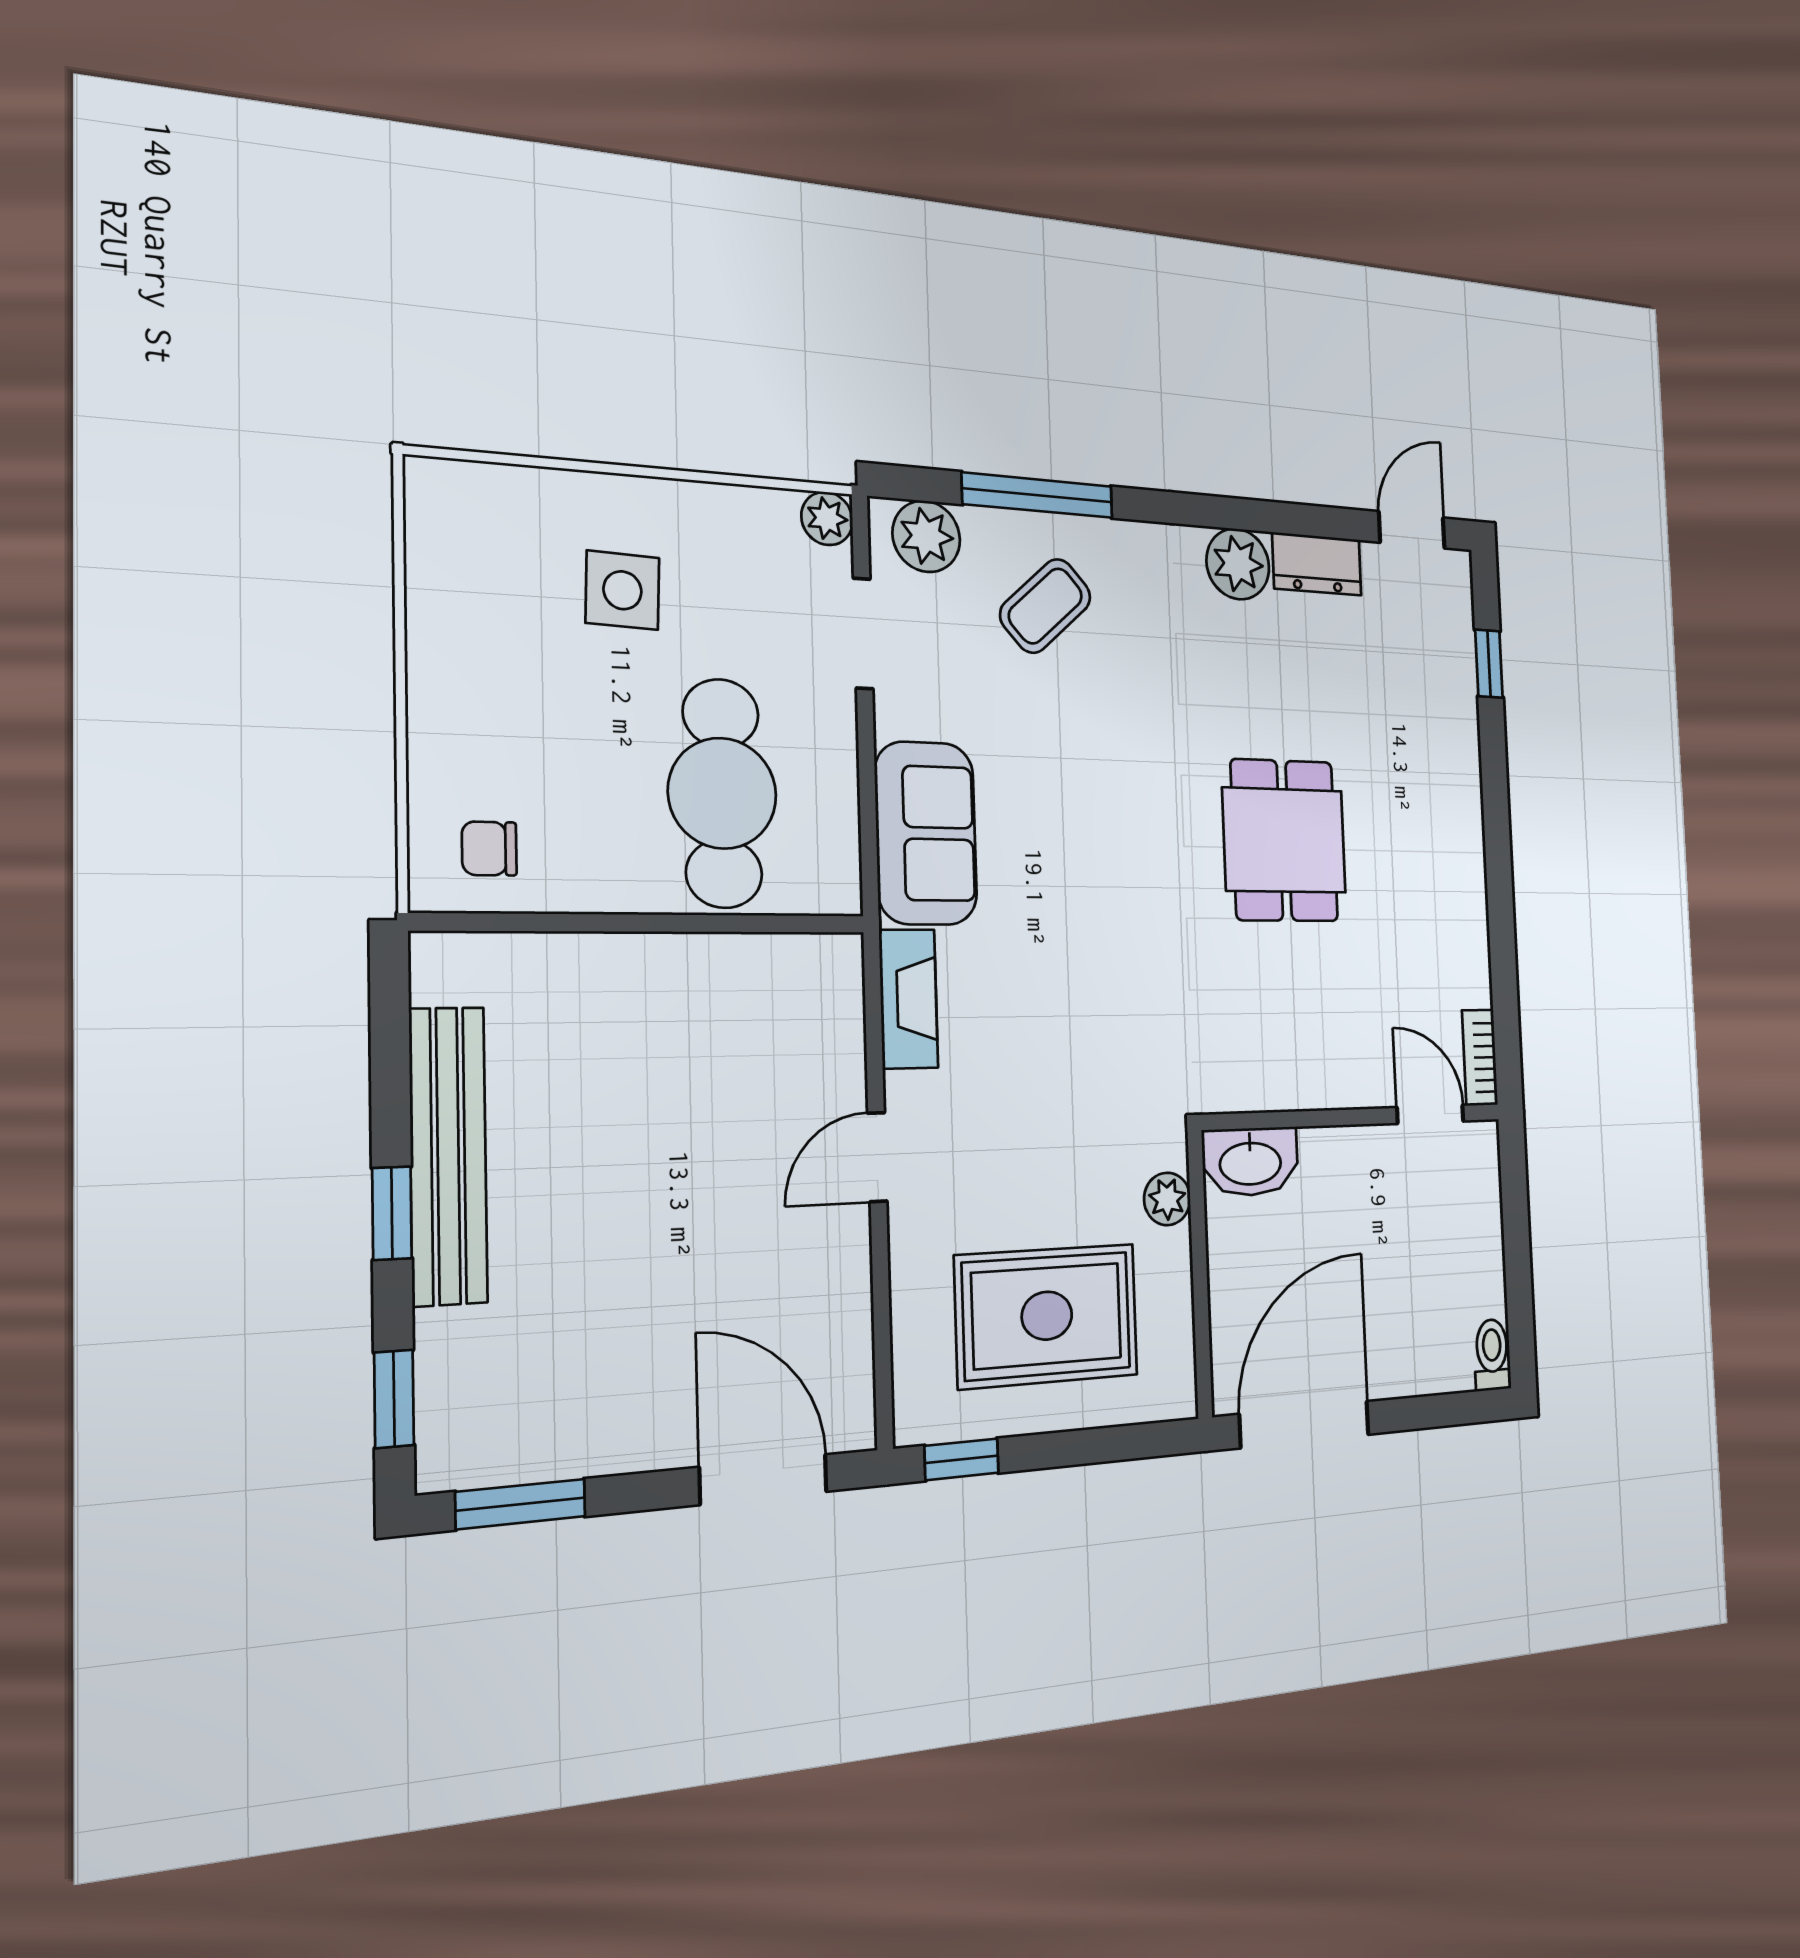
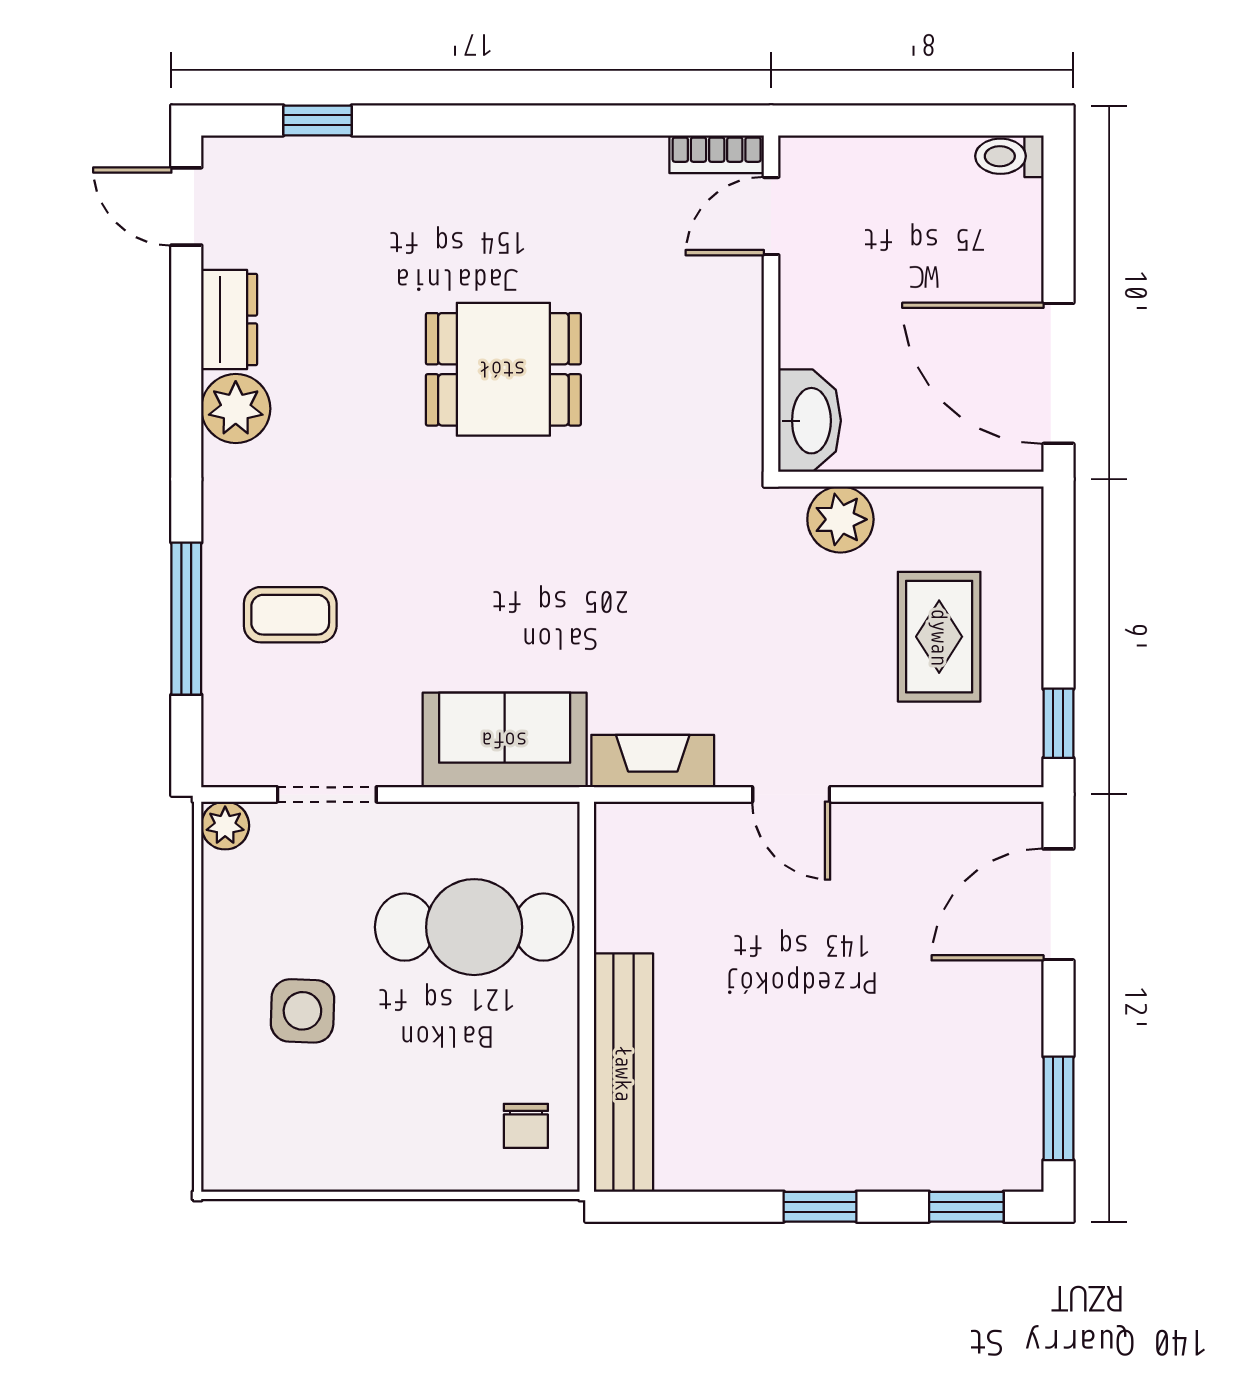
plant: (926, 536) -> (234, 731), removed
coffee table: (1045, 606) -> (290, 615), turned -48
bench: (448, 1156) -> (623, 1073), moved, turned 90
plant: (1167, 1199) -> (840, 519), width x1.38, depth x1.38
rug: (1047, 1316) -> (939, 637), width x0.73, depth x0.70

